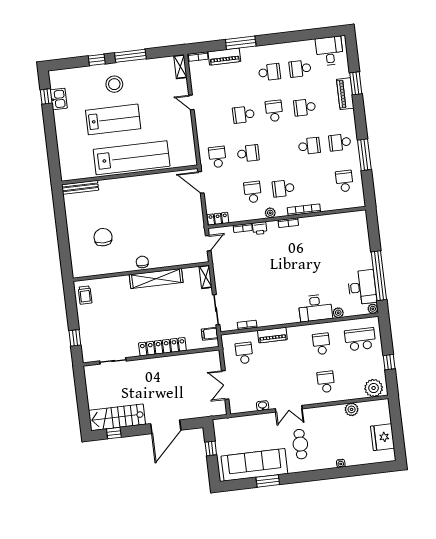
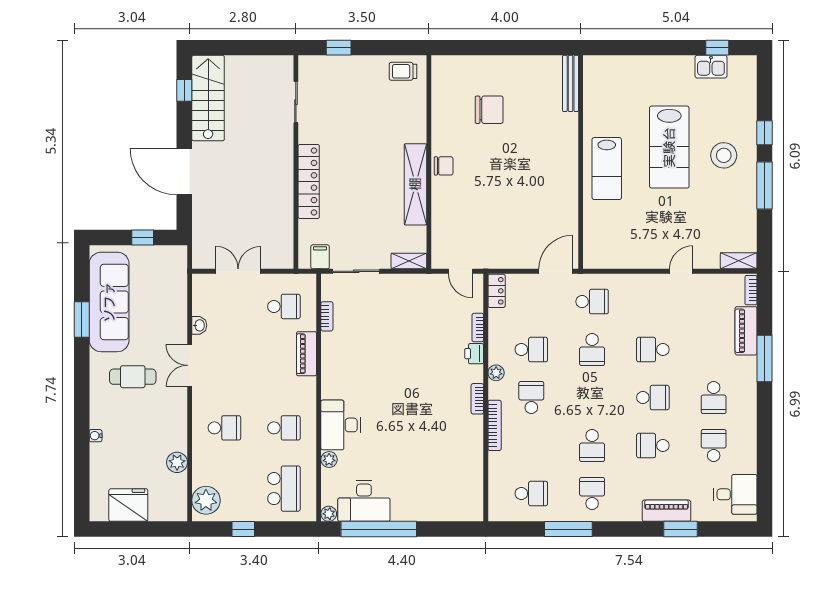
school desk: (305, 107) -> (653, 446), turned -90
school desk: (243, 115) -> (653, 350), turned -90
lab bench: (132, 158) -> (607, 169), width x0.54, depth x0.72

